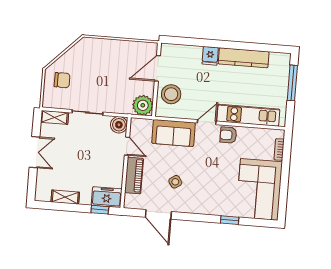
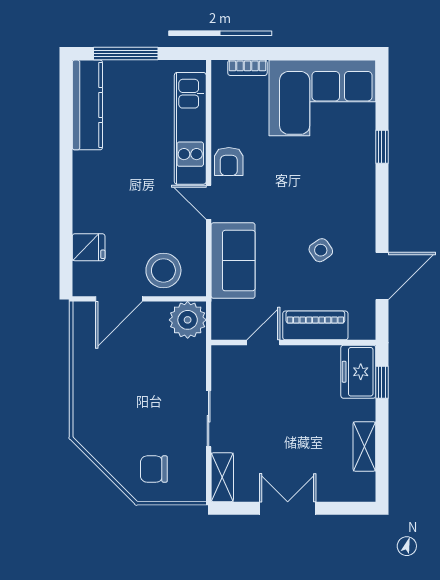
fridge: (210, 56) -> (89, 247), moved
kitchen counter: (244, 58) -> (87, 105), moved
door: (157, 68) -> (119, 299), hinge flipped
chair: (62, 80) -> (154, 469), turned -90
boiler: (119, 125) -> (226, 360), removed

